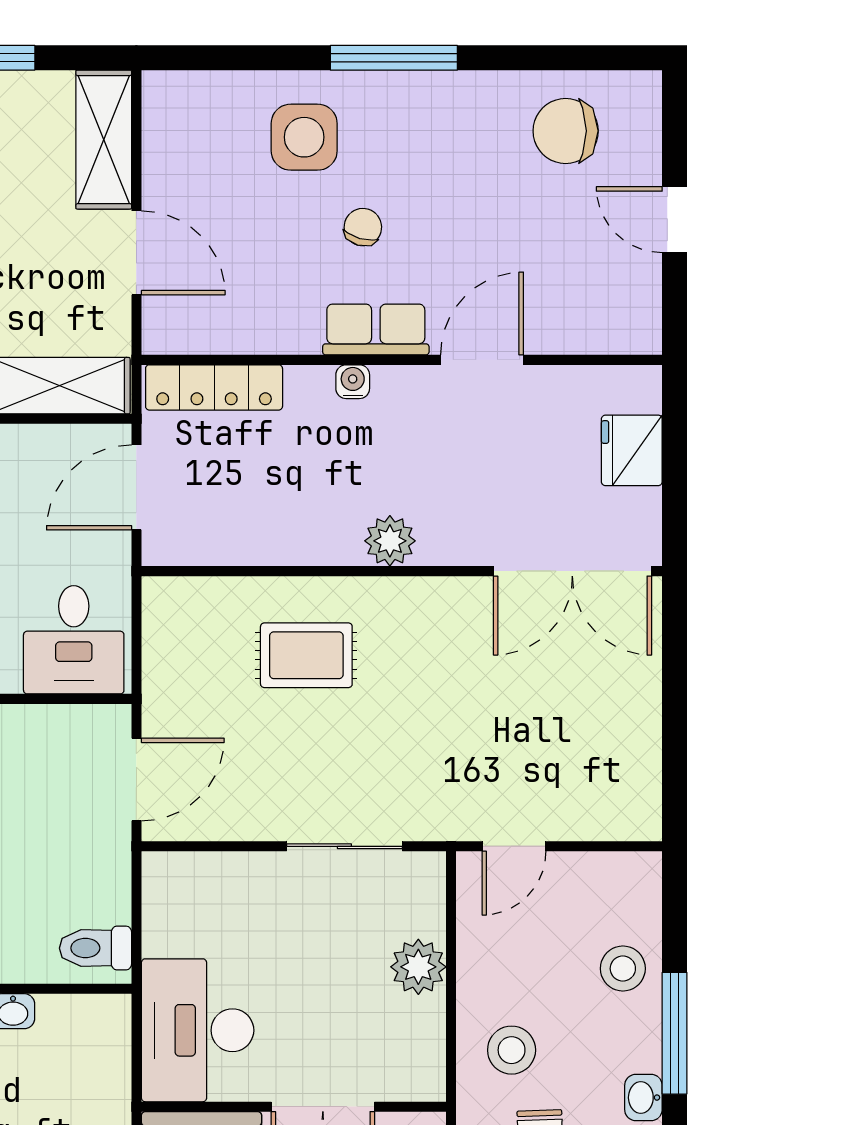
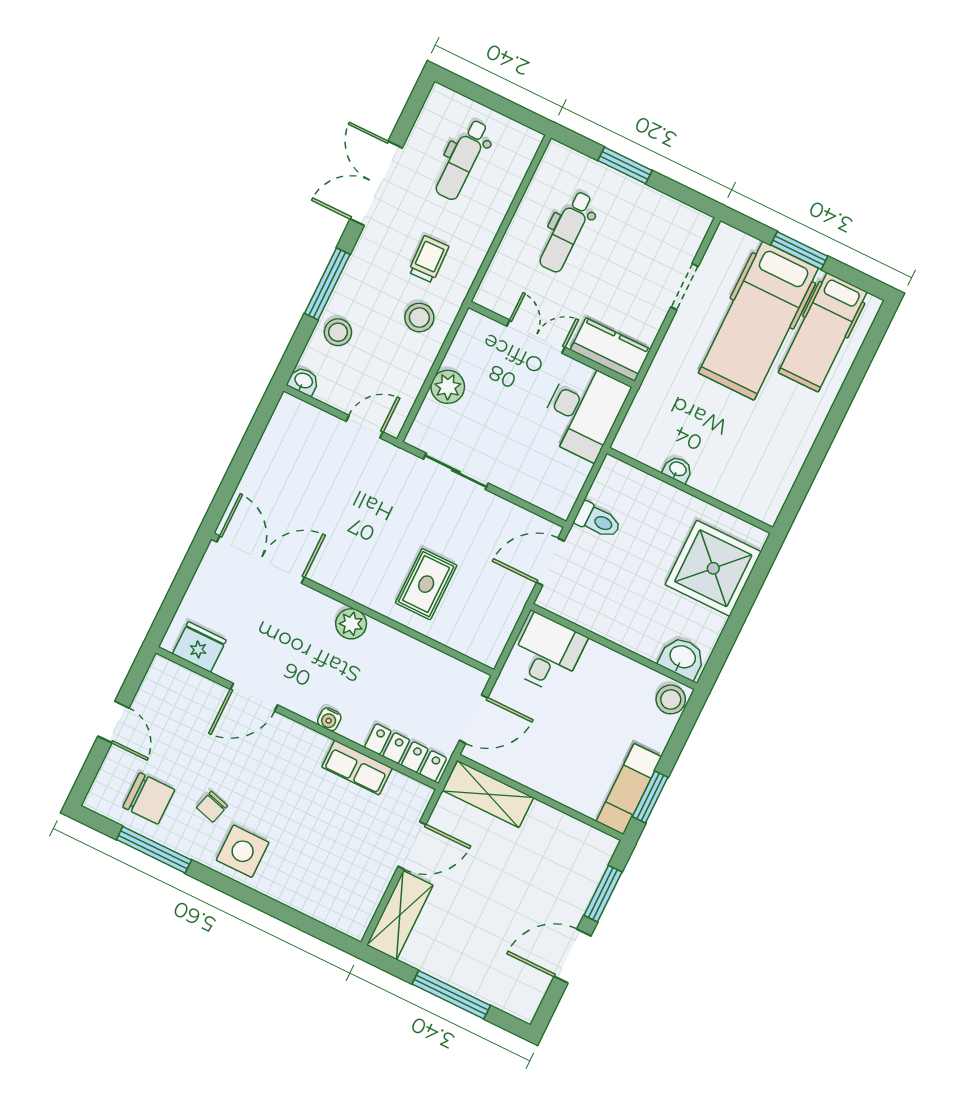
window: (394, 58) -> (154, 850), moved
side table: (304, 137) -> (243, 851), moved
chair: (363, 227) -> (212, 807), moved
door: (136, 253) -> (412, 845), swing flipped
row of seats: (376, 330) -> (357, 768), moved
fridge: (632, 450) -> (199, 647), moved, turned -90
rug: (306, 655) -> (426, 584), turned 90
toilet: (95, 948) -> (598, 520), moved
washbasin: (643, 1098) -> (303, 381), moved, turned -90

